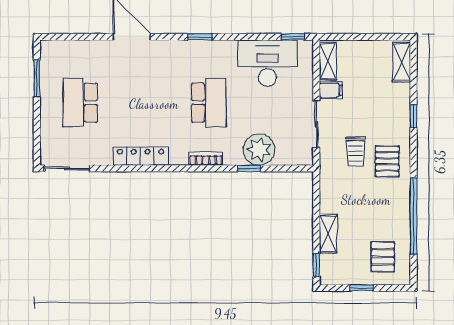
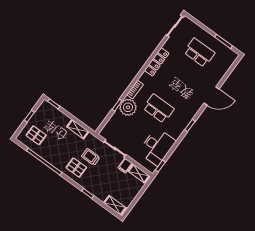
school desk: (209, 103) -> (158, 109), turned 180
plant: (259, 150) -> (128, 107), moved
shelving: (328, 234) -> (78, 129), moved

